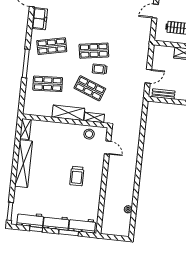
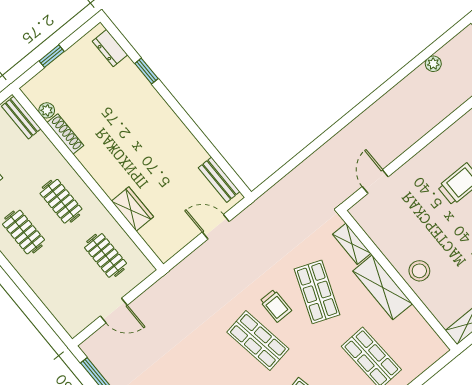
stool: (89, 134) -> (419, 271), moved

